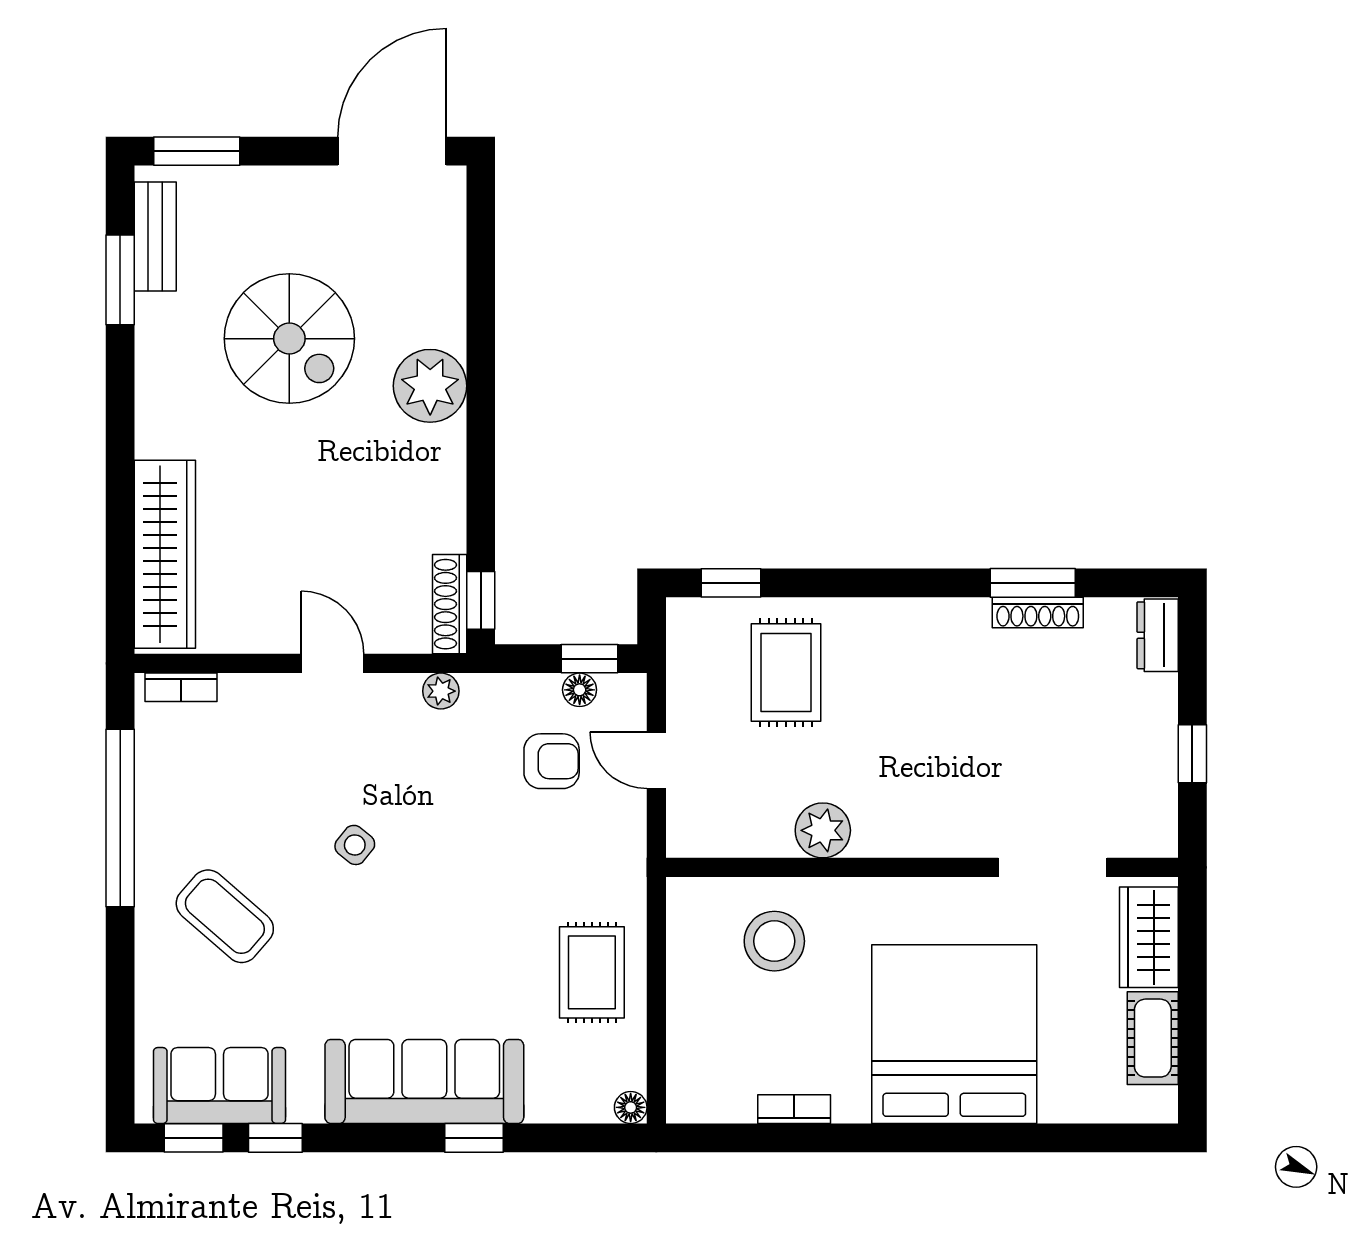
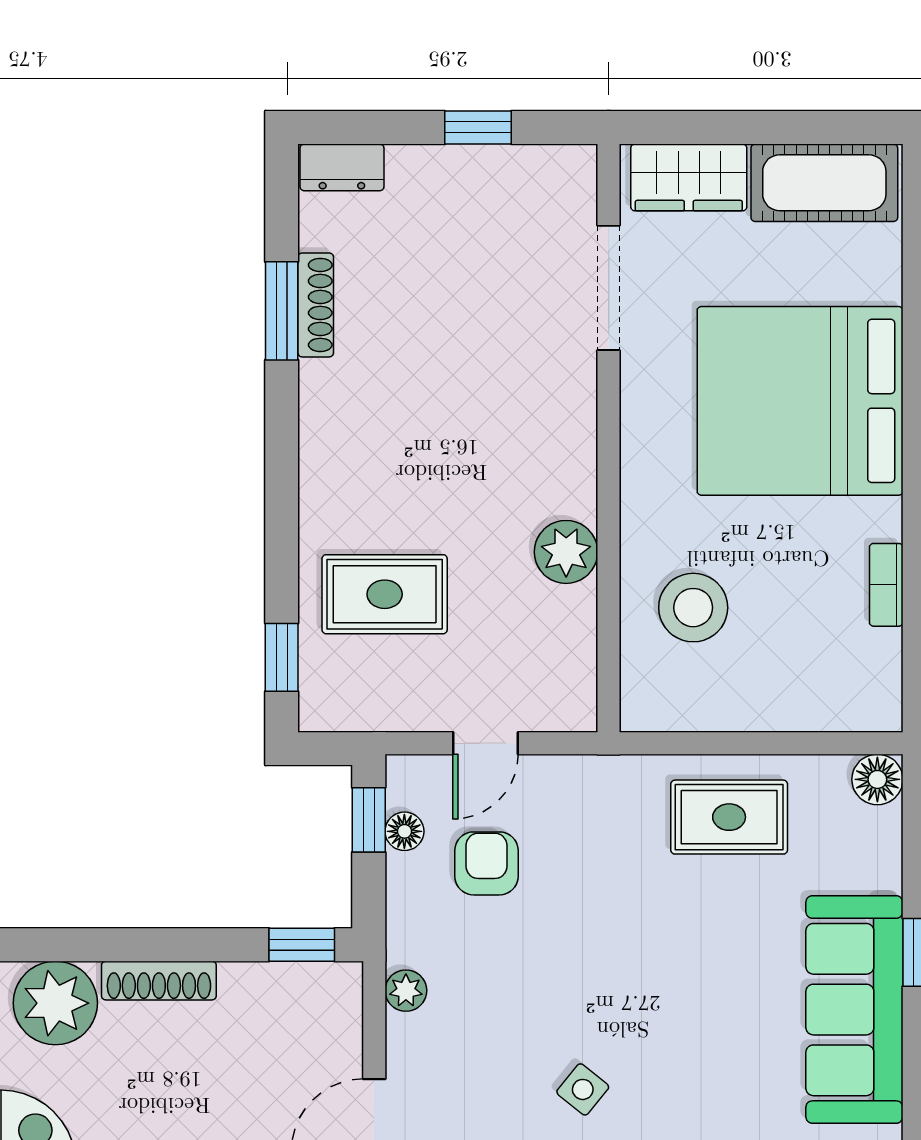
shoe rack: (450, 604) -> (159, 981), moved
cot: (1153, 1038) -> (824, 183), width x1.37, depth x1.34
floor lamp: (631, 1107) -> (877, 779), width x1.37, depth x1.37

